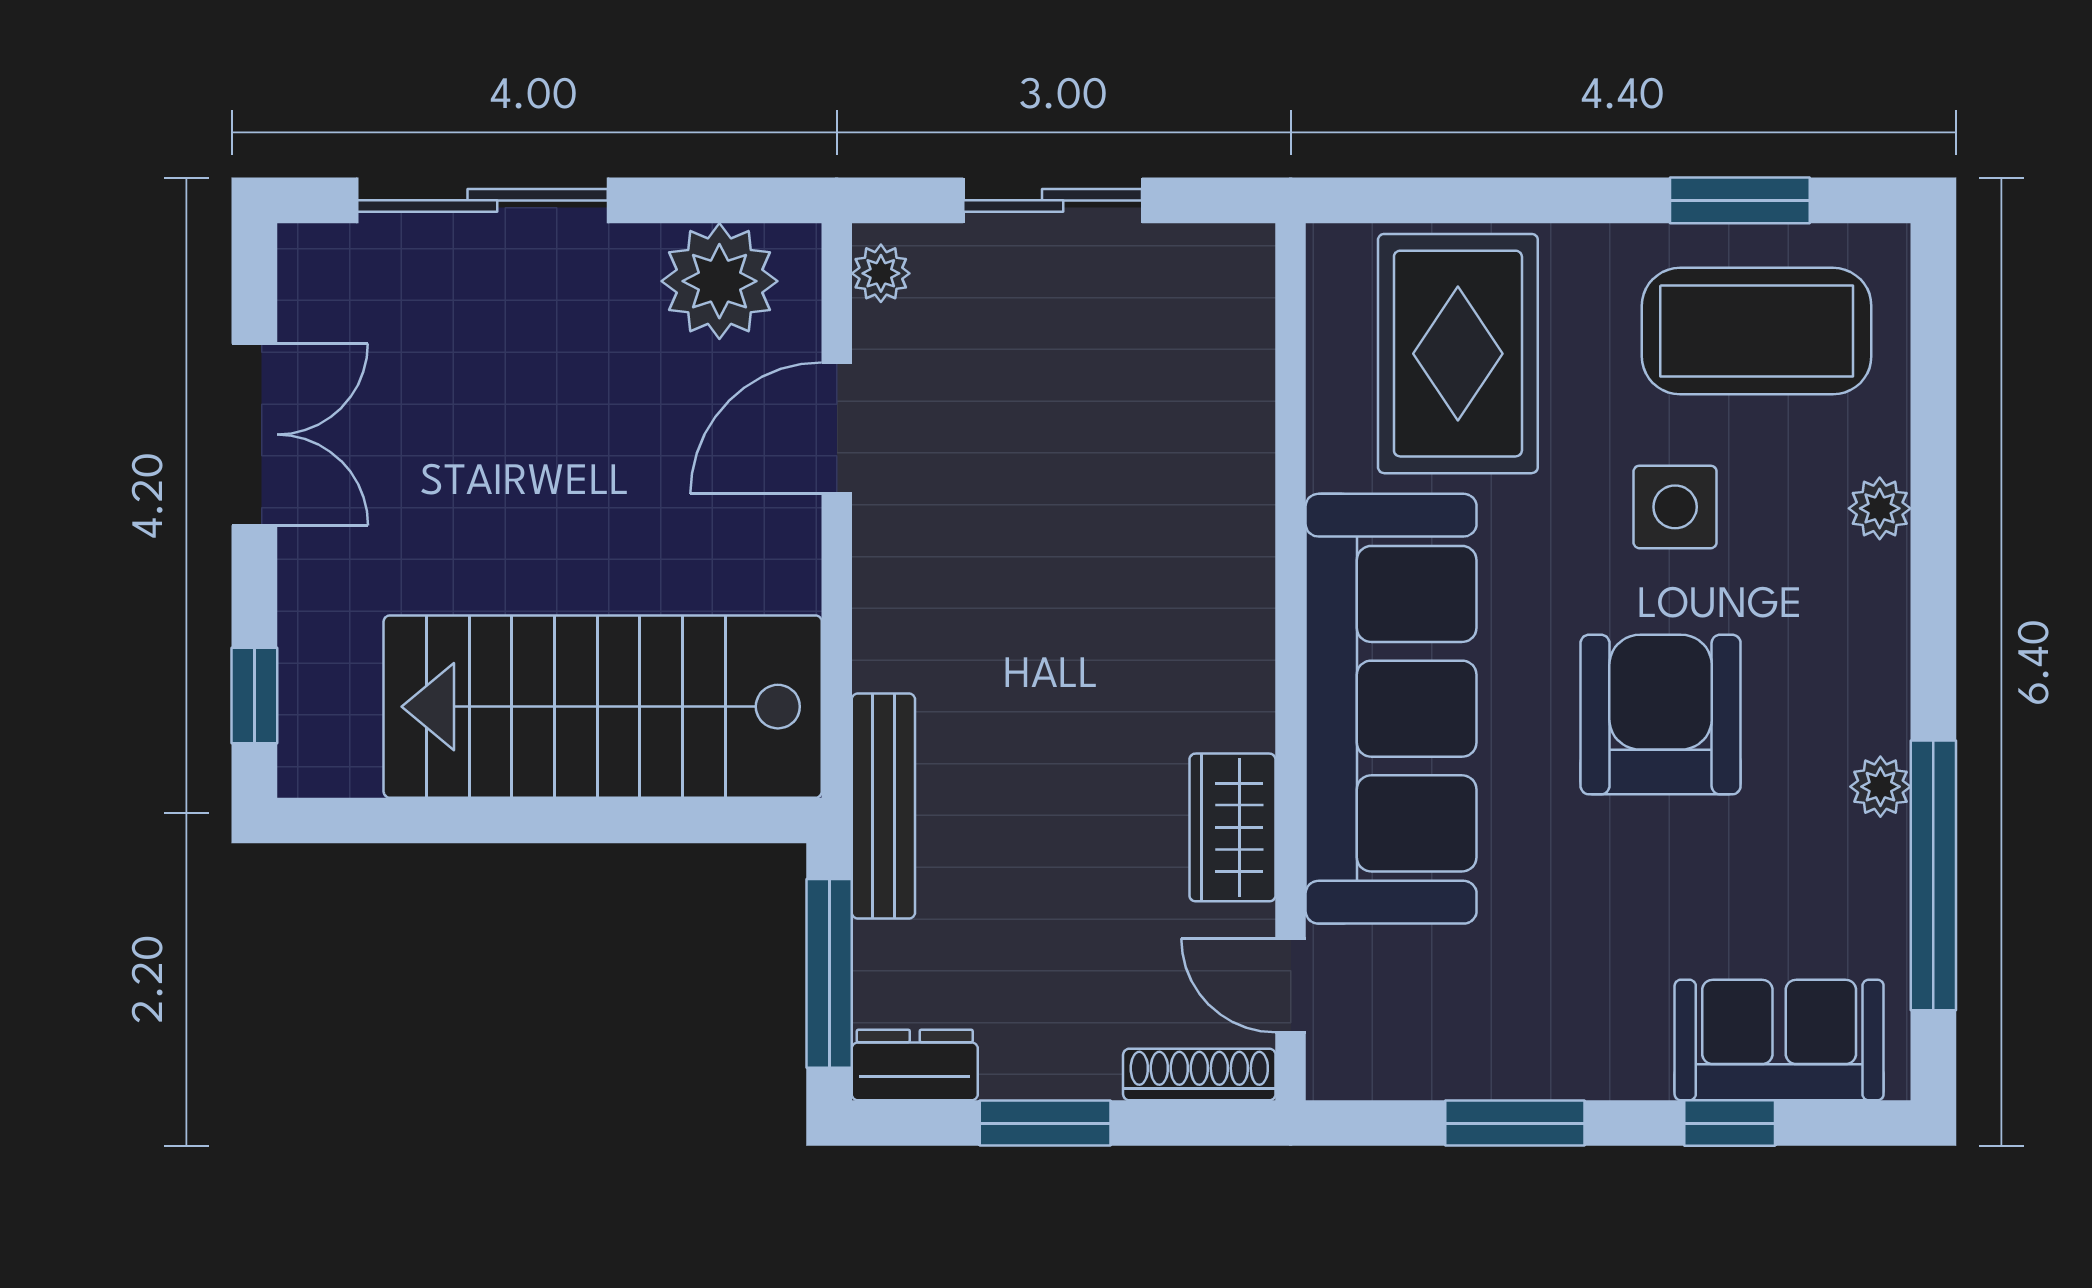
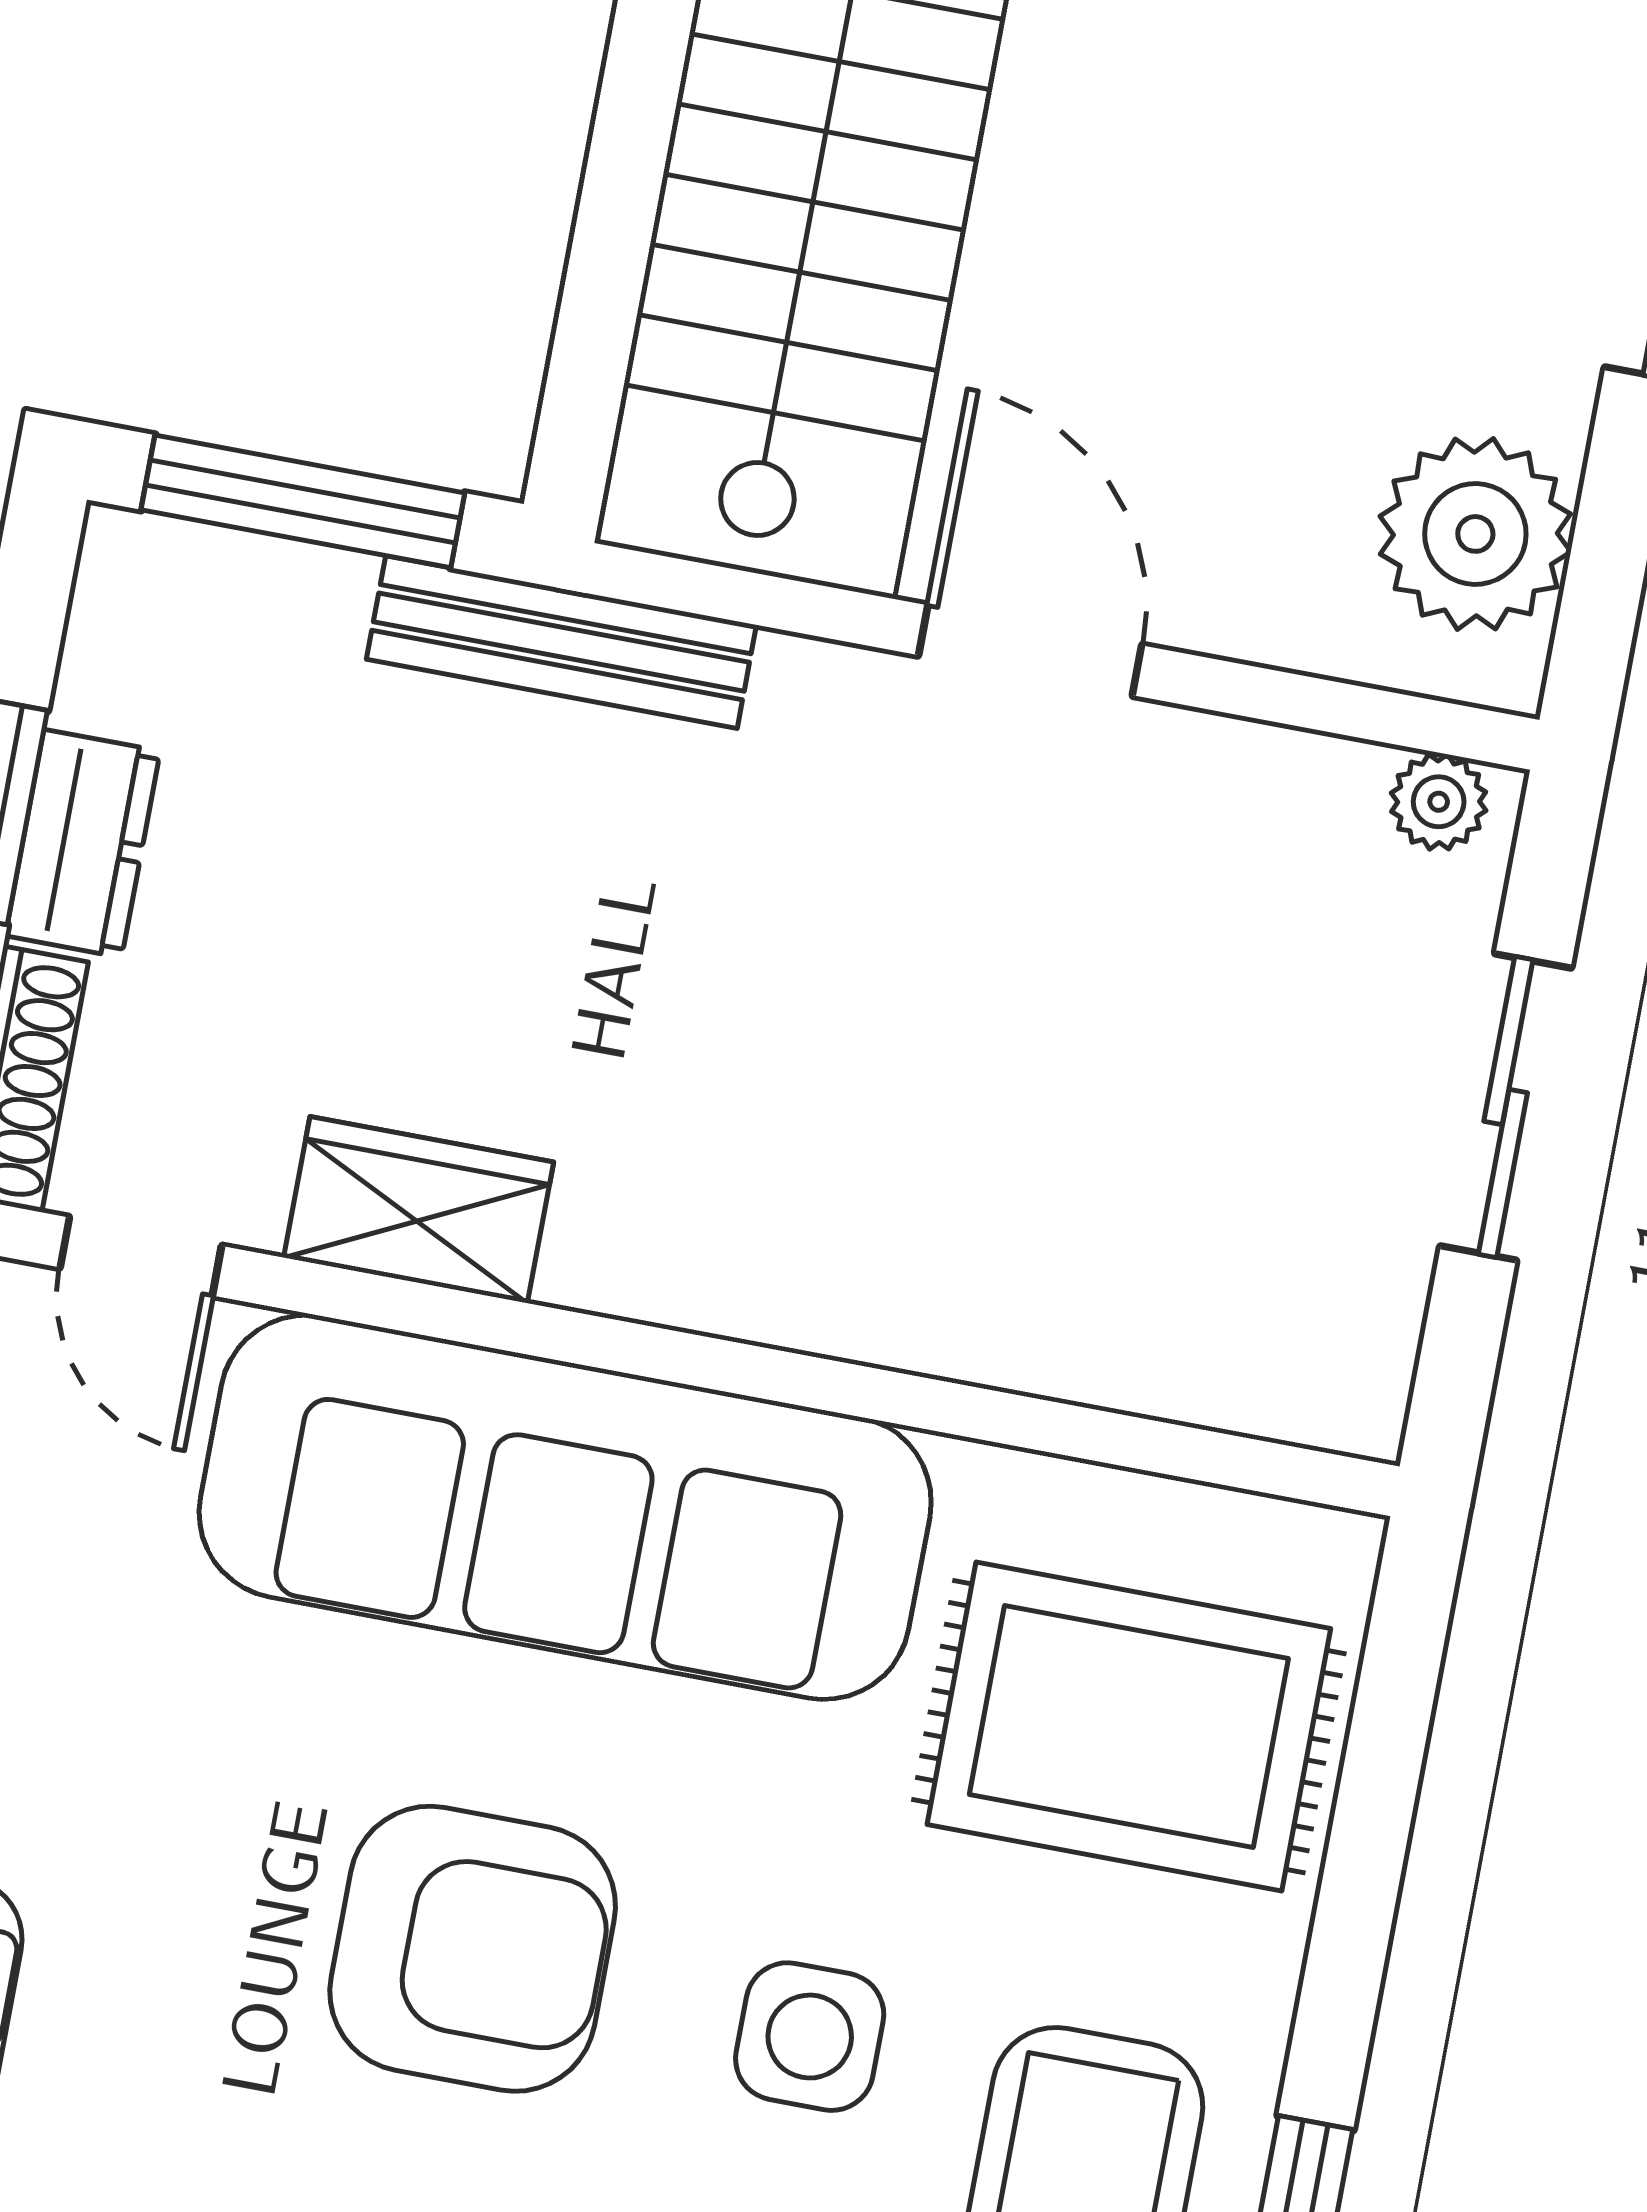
door: (837, 428) -> (1030, 650), moved
door: (1291, 985) -> (141, 1257), swing flipped
dresser: (915, 1065) -> (83, 843), moved

